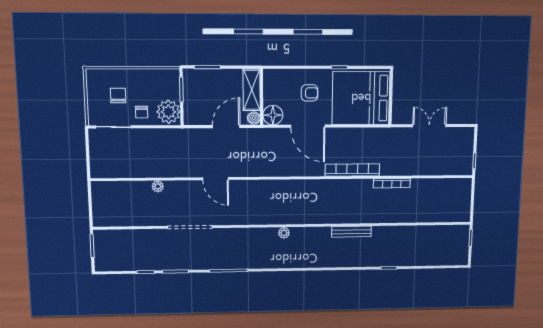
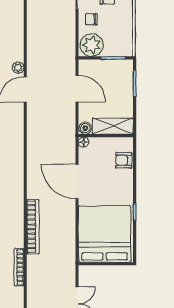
armchair: (310, 93) -> (124, 160), moved, turned 90
floor lamp: (273, 115) -> (84, 142), width x0.53, depth x0.53
door: (308, 126) -> (77, 181), hinge flipped
door: (226, 127) -> (77, 89), moved
plant: (158, 186) -> (18, 68), moved

